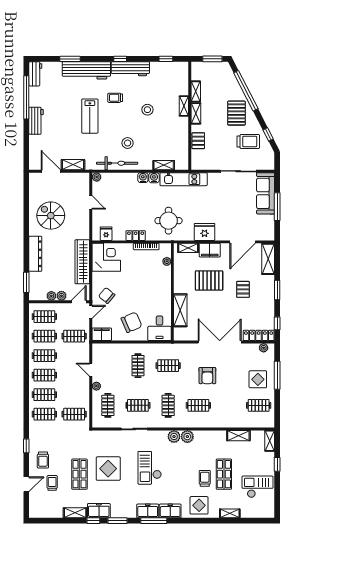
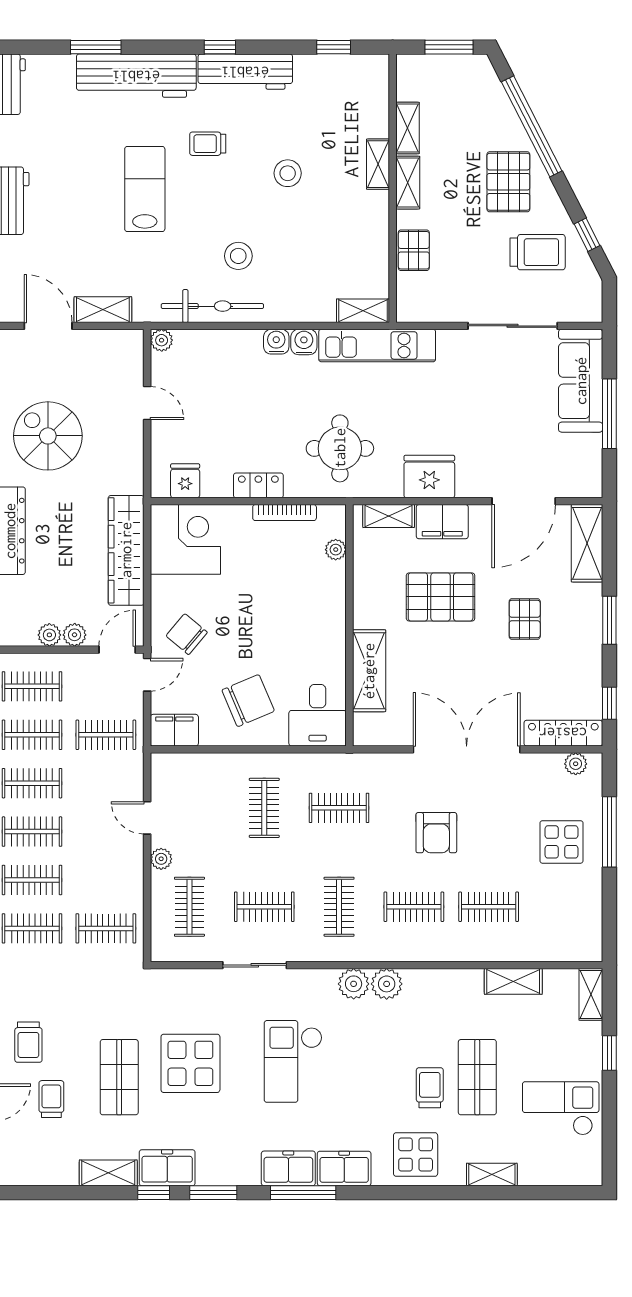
lab bench: (90, 116) -> (145, 189), turned 180
shelving: (164, 165) -> (363, 311), moved
clothes rail: (259, 405) -> (489, 907), moved

